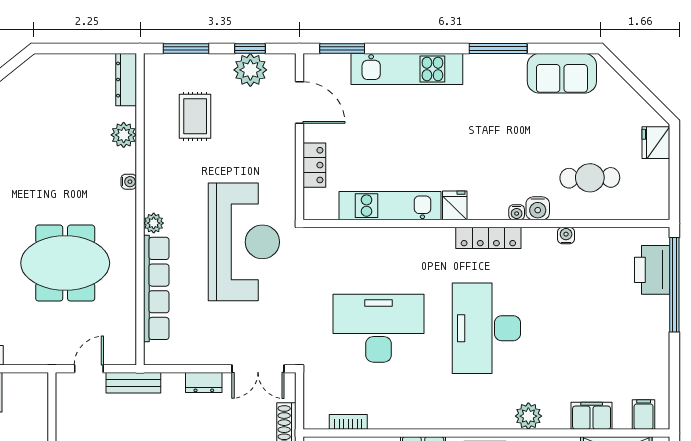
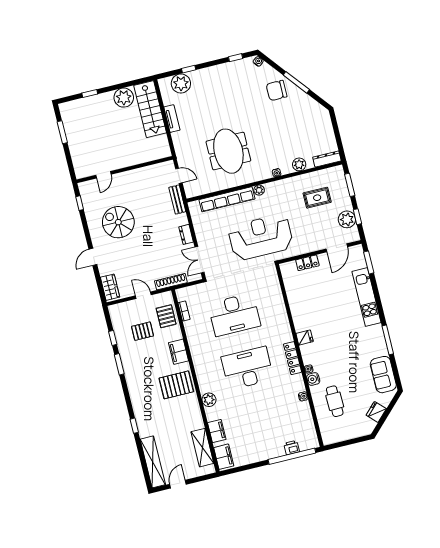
fridge: (656, 143) -> (376, 412), moved, turned -45
kitchen unit: (390, 206) -> (297, 305), removed
reception desk: (244, 242) -> (261, 237), turned 180
printer: (652, 270) -> (292, 448), width x0.53, depth x0.68
desk: (379, 328) -> (234, 315), turned 90
filing cabinet: (644, 415) -> (224, 457), width x2.00

